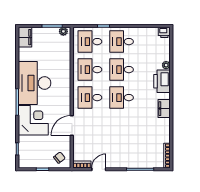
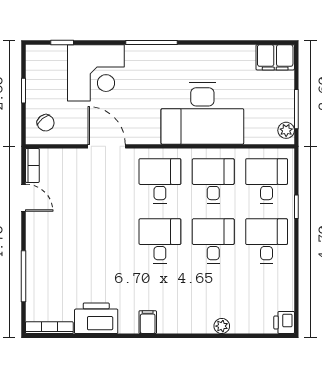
printer: (162, 81) -> (96, 318), moved
desk: (35, 83) -> (202, 114), moved, turned 180
filing cabinet: (164, 109) -> (148, 322), width x0.50
corner desk: (33, 120) -> (96, 73), moved

